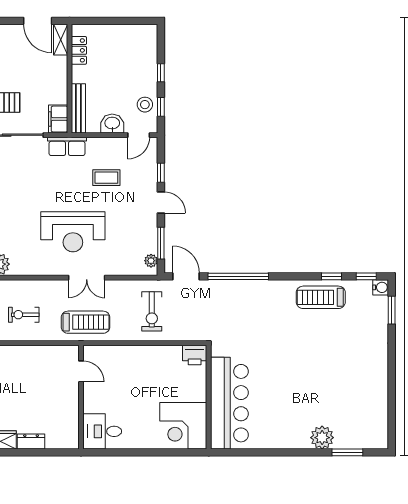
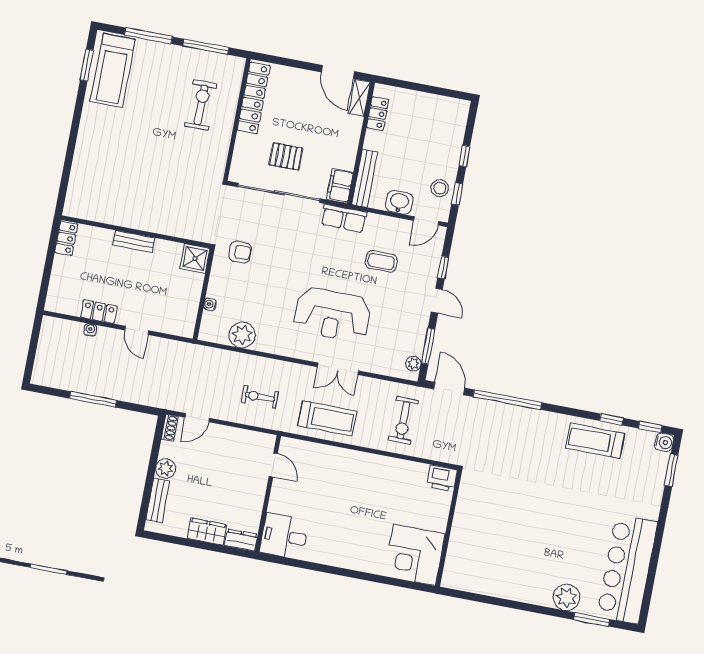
door: (81, 371) -> (273, 465), moved
wall: (81, 397) -> (268, 494), moved
bar counter: (229, 403) -> (627, 569), moved, turned 180
desk: (102, 431) -> (284, 536), moved

